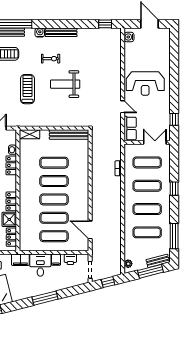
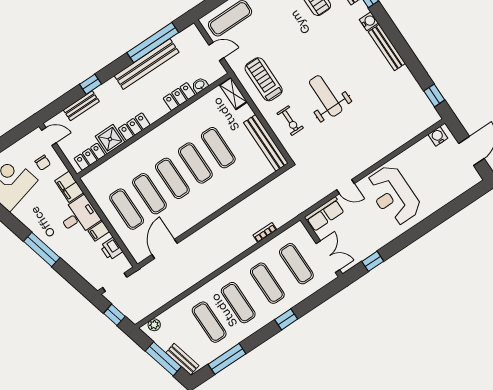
exercise bike: (51, 59) -> (290, 121), moved
treadmill: (27, 89) -> (264, 79), moved, turned -90
door: (123, 107) -> (346, 187), hinge flipped

